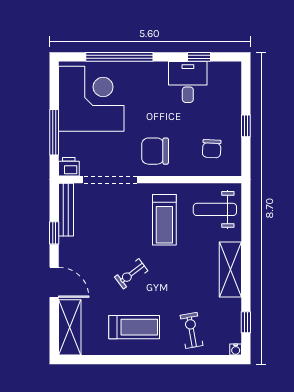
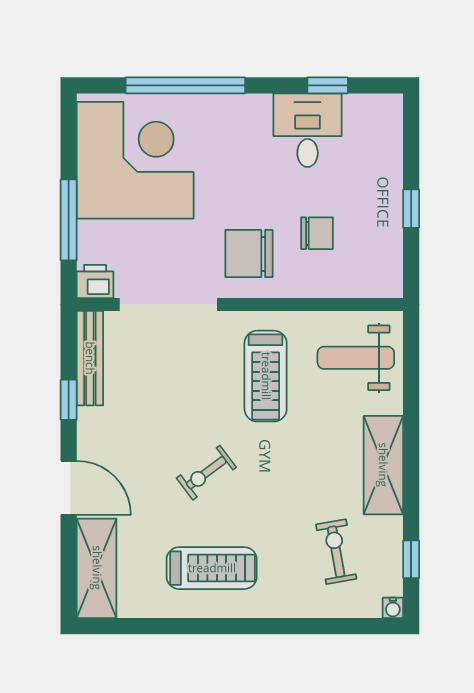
chair: (212, 149) -> (317, 233), moved, turned -93
exercise bike: (191, 330) -> (336, 552), moved

